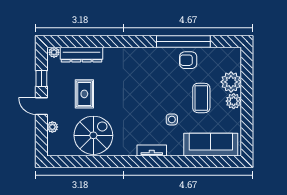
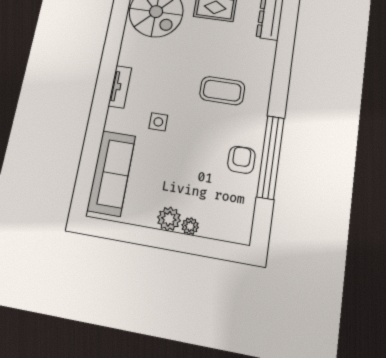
plant: (231, 82) -> (190, 226), width x0.53, depth x0.53
coffee table: (201, 98) -> (222, 91), moved

